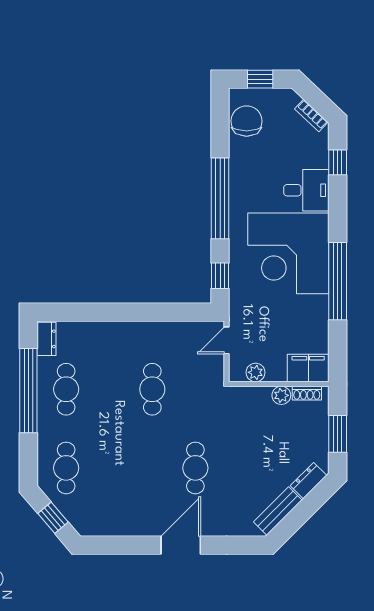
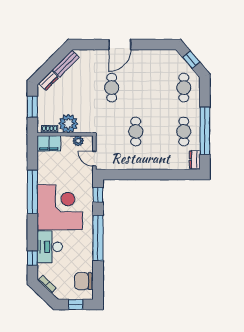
chair: (247, 121) -> (83, 281), turned 90
desk: (306, 190) -> (50, 247), width x1.37
door: (227, 340) -> (94, 159), swing flipped
plant: (281, 395) -> (68, 124), width x1.87, depth x1.87

